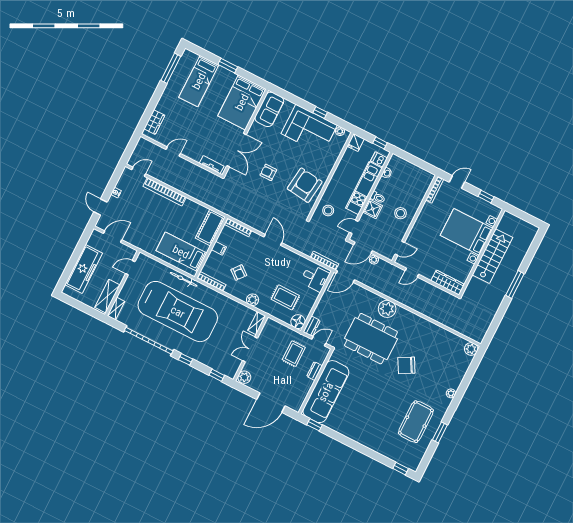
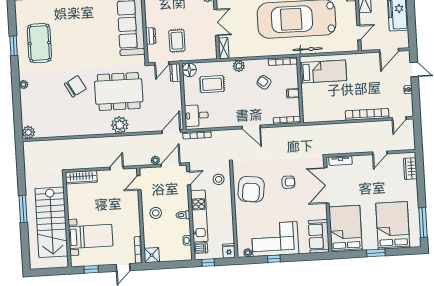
bed: (199, 81) -> (393, 225), width x1.50
shower: (373, 209) -> (152, 255), moved
cot: (210, 228) -> (311, 106), removed
bed with nightstands: (467, 232) -> (91, 236), width x0.73
stairs: (492, 256) -> (51, 222), width x1.36, depth x1.51

